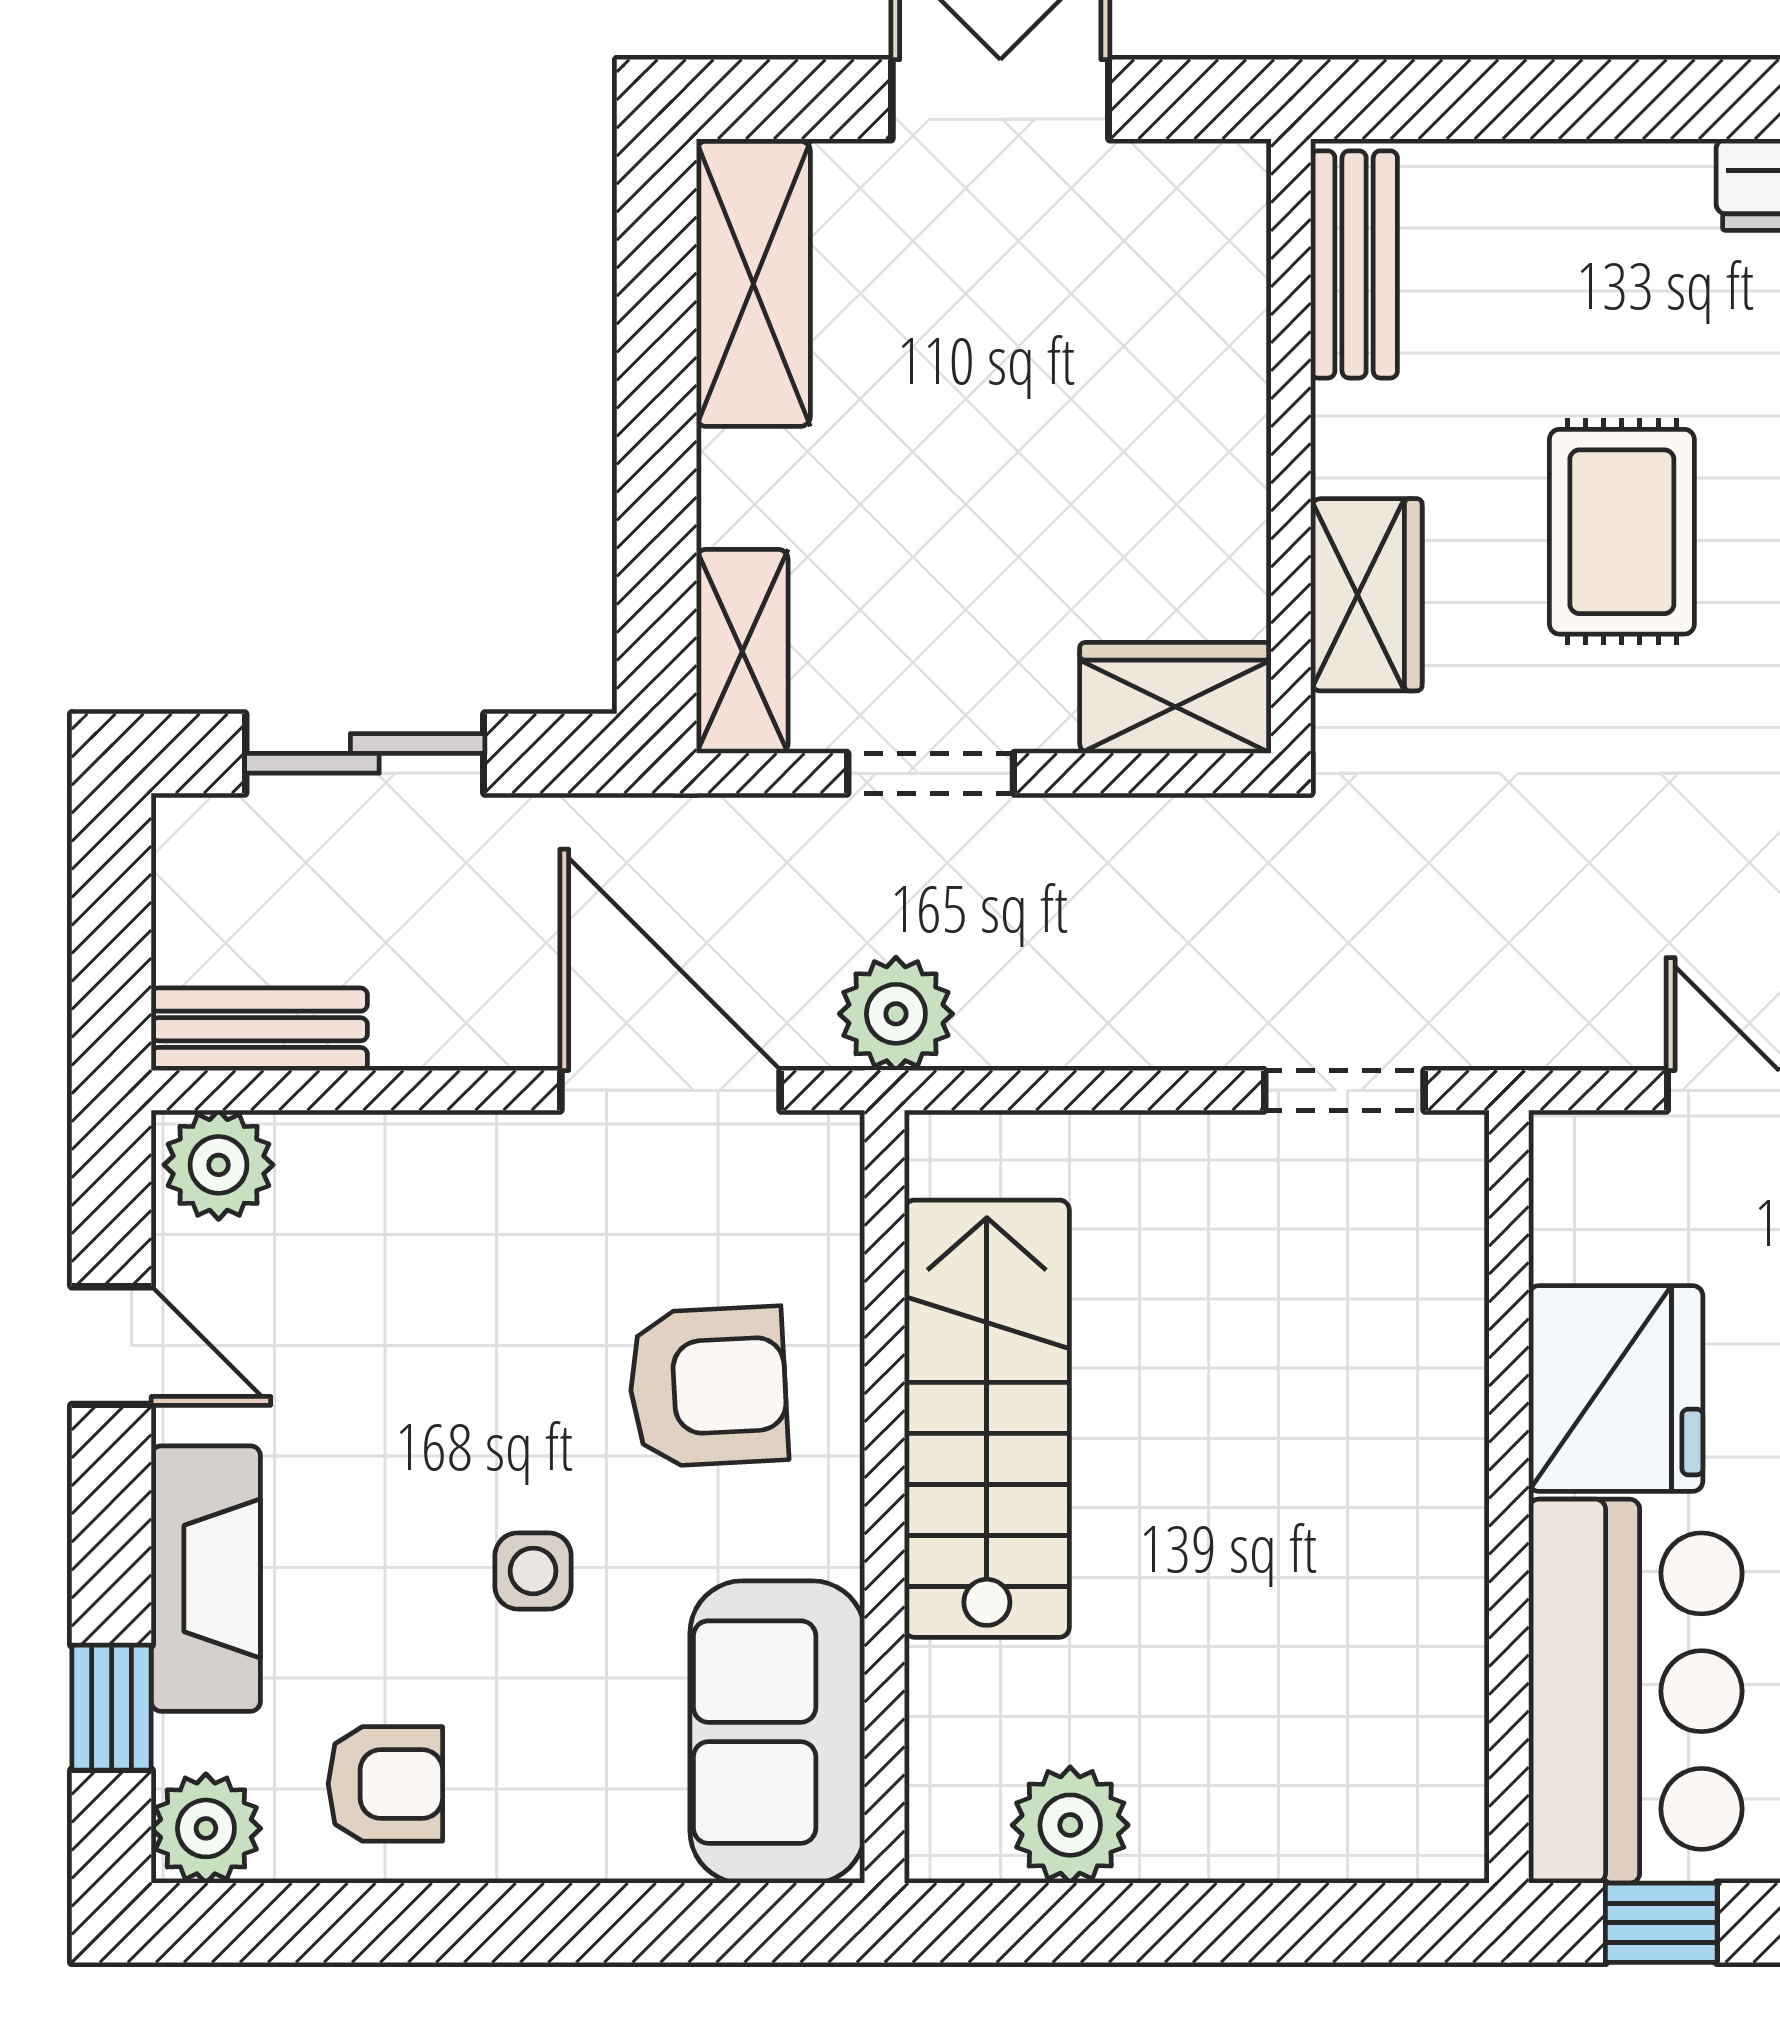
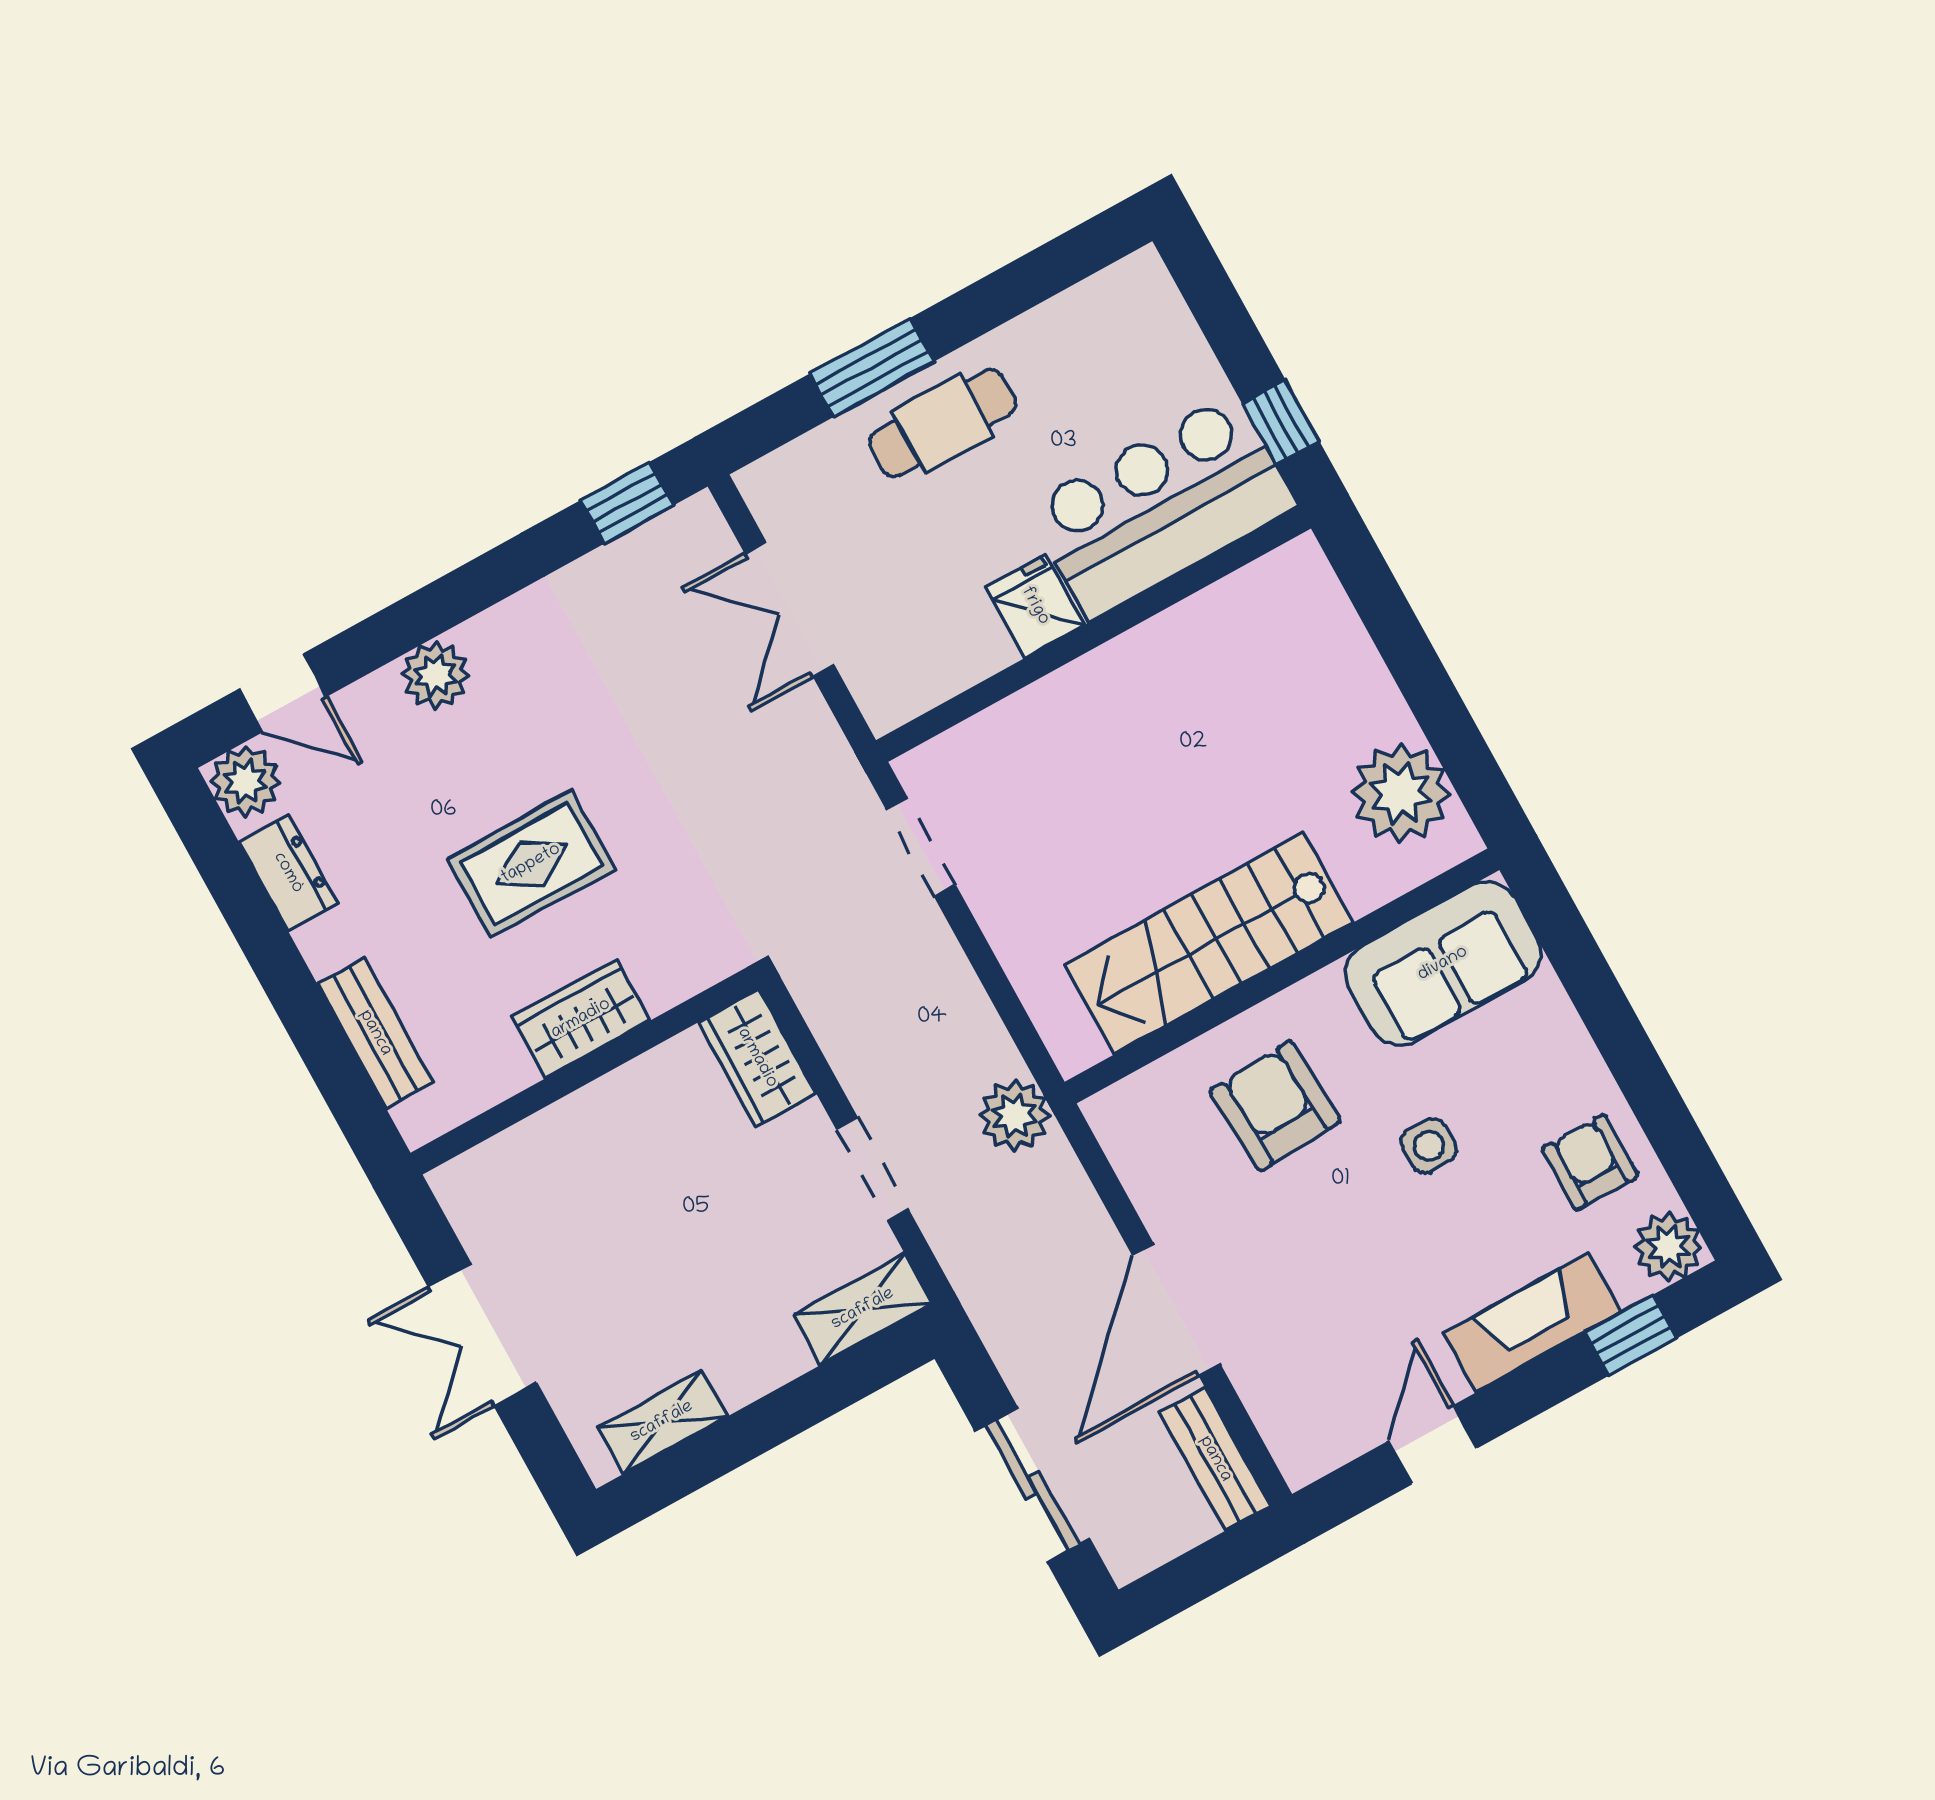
bench: (1354, 264) -> (375, 1033), moved, turned 90
shelving: (753, 284) -> (662, 1422), width x0.67, depth x0.75
wardrobe: (1366, 595) -> (581, 1019), moved
door: (670, 1090) -> (1176, 1309), moved
plant: (219, 1165) -> (1302, 1441), removed
fridge: (1616, 1389) -> (1035, 606), width x0.53, depth x0.75
plant: (1070, 1825) -> (1400, 793), width x1.36, depth x1.36

